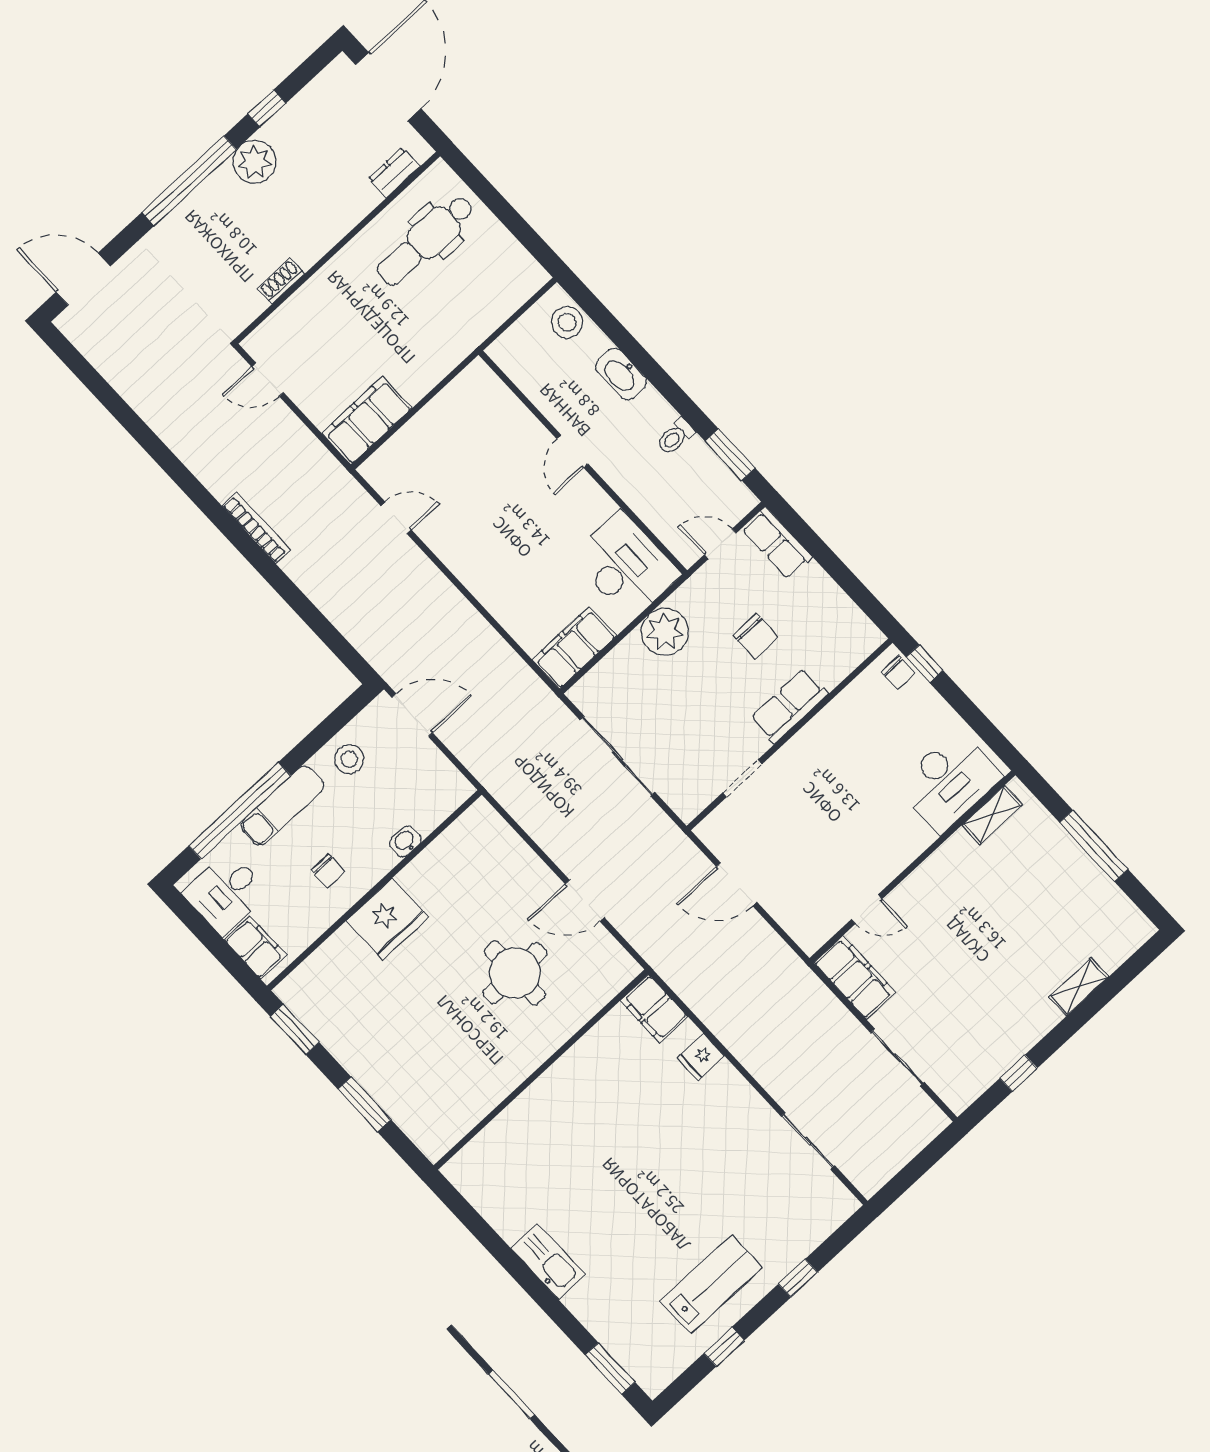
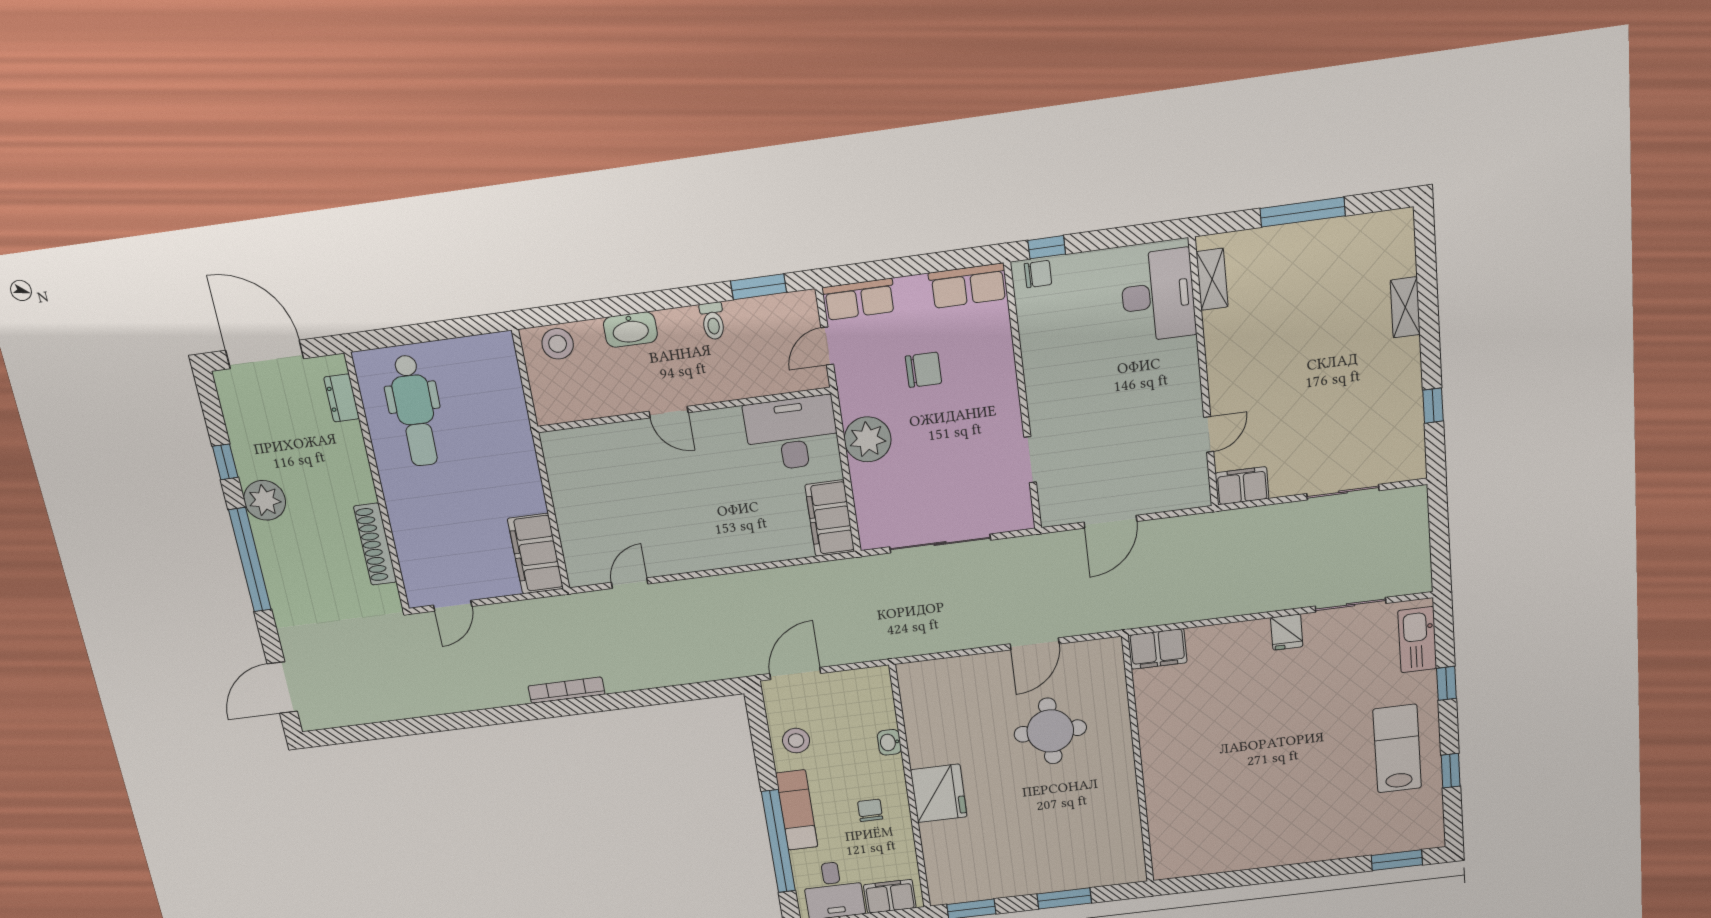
shoe rack: (281, 281) -> (375, 544), width x1.94, depth x1.24
row of seats: (789, 706) -> (968, 286), moved, turned -90
chair: (328, 870) -> (870, 810), turned -90
filing cabinet: (855, 977) -> (1242, 486), width x0.67, depth x0.86
fridge: (701, 1057) -> (1287, 632), moved
kitchen sink: (548, 1262) -> (1417, 640), moved, turned -90

